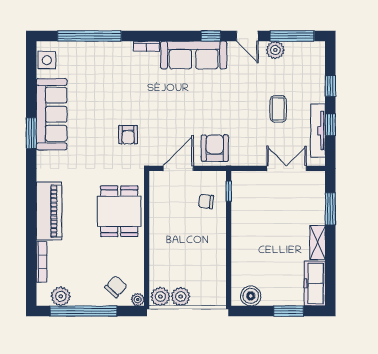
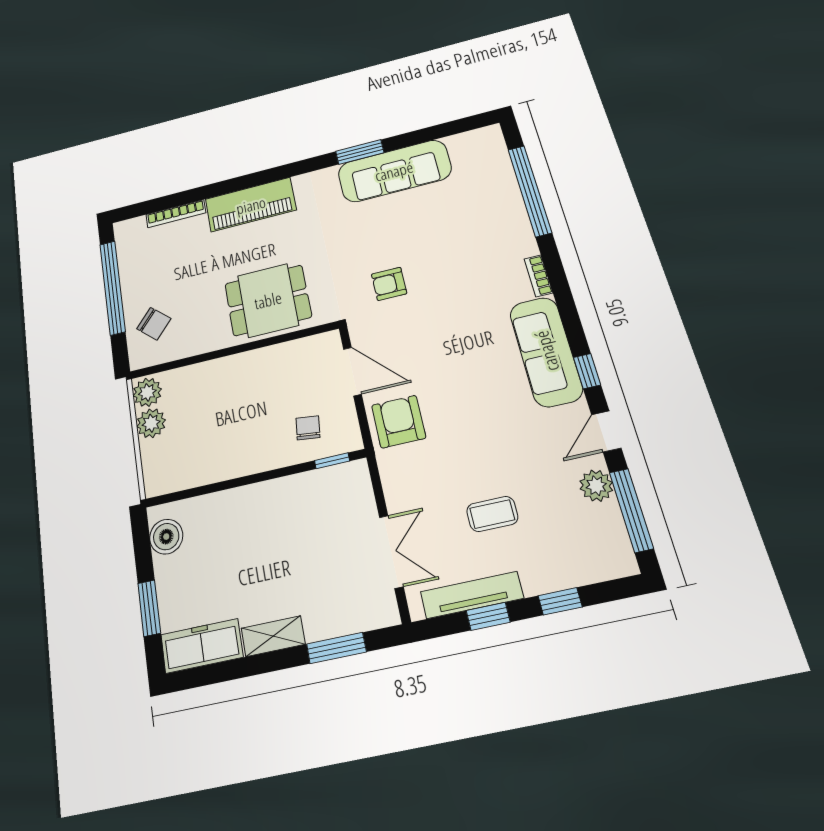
side table: (47, 60) -> (475, 144), removed
armchair: (215, 148) -> (399, 422), turned -90
plant: (61, 296) -> (130, 252), removed
plant: (138, 300) -> (139, 360), removed

